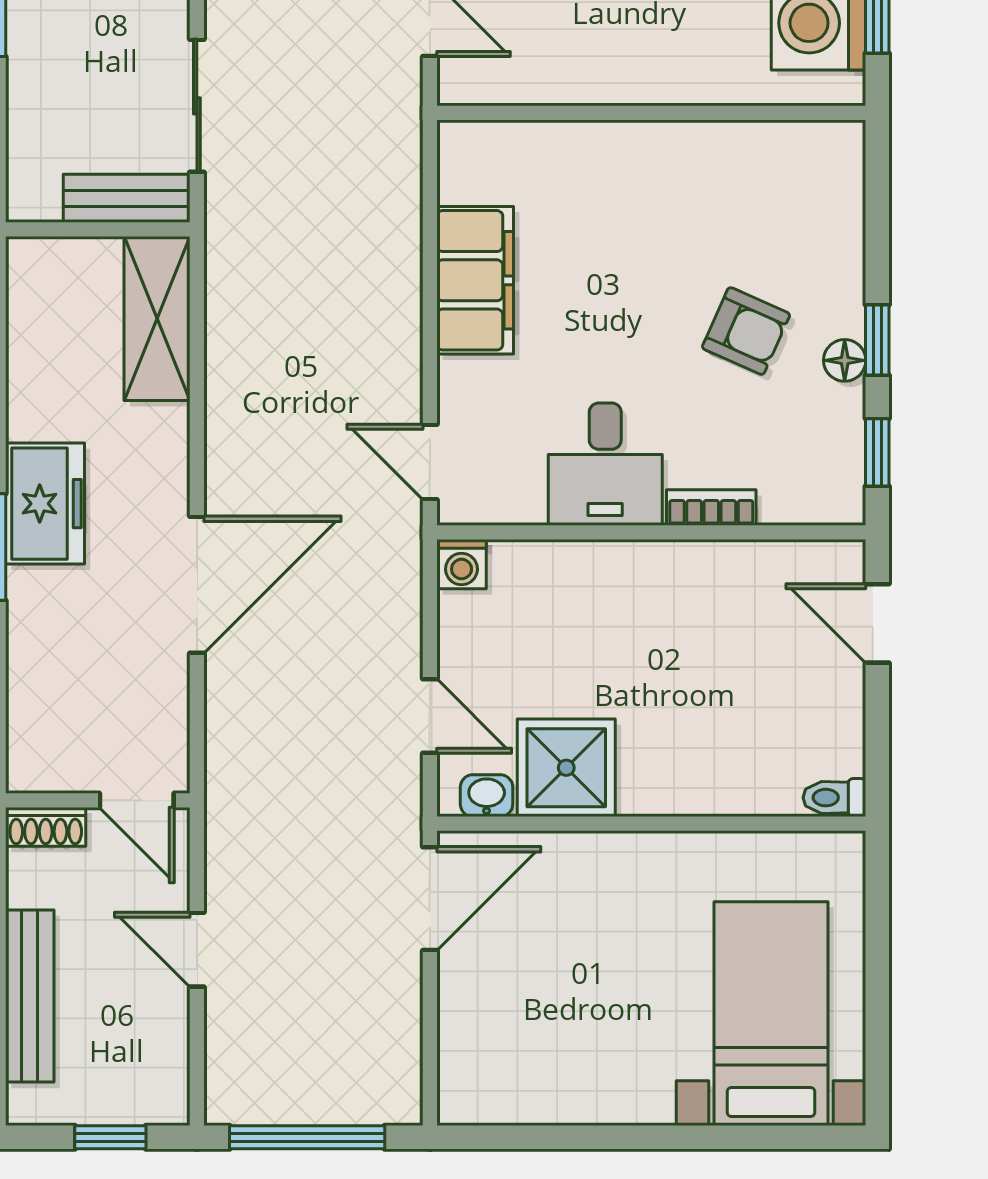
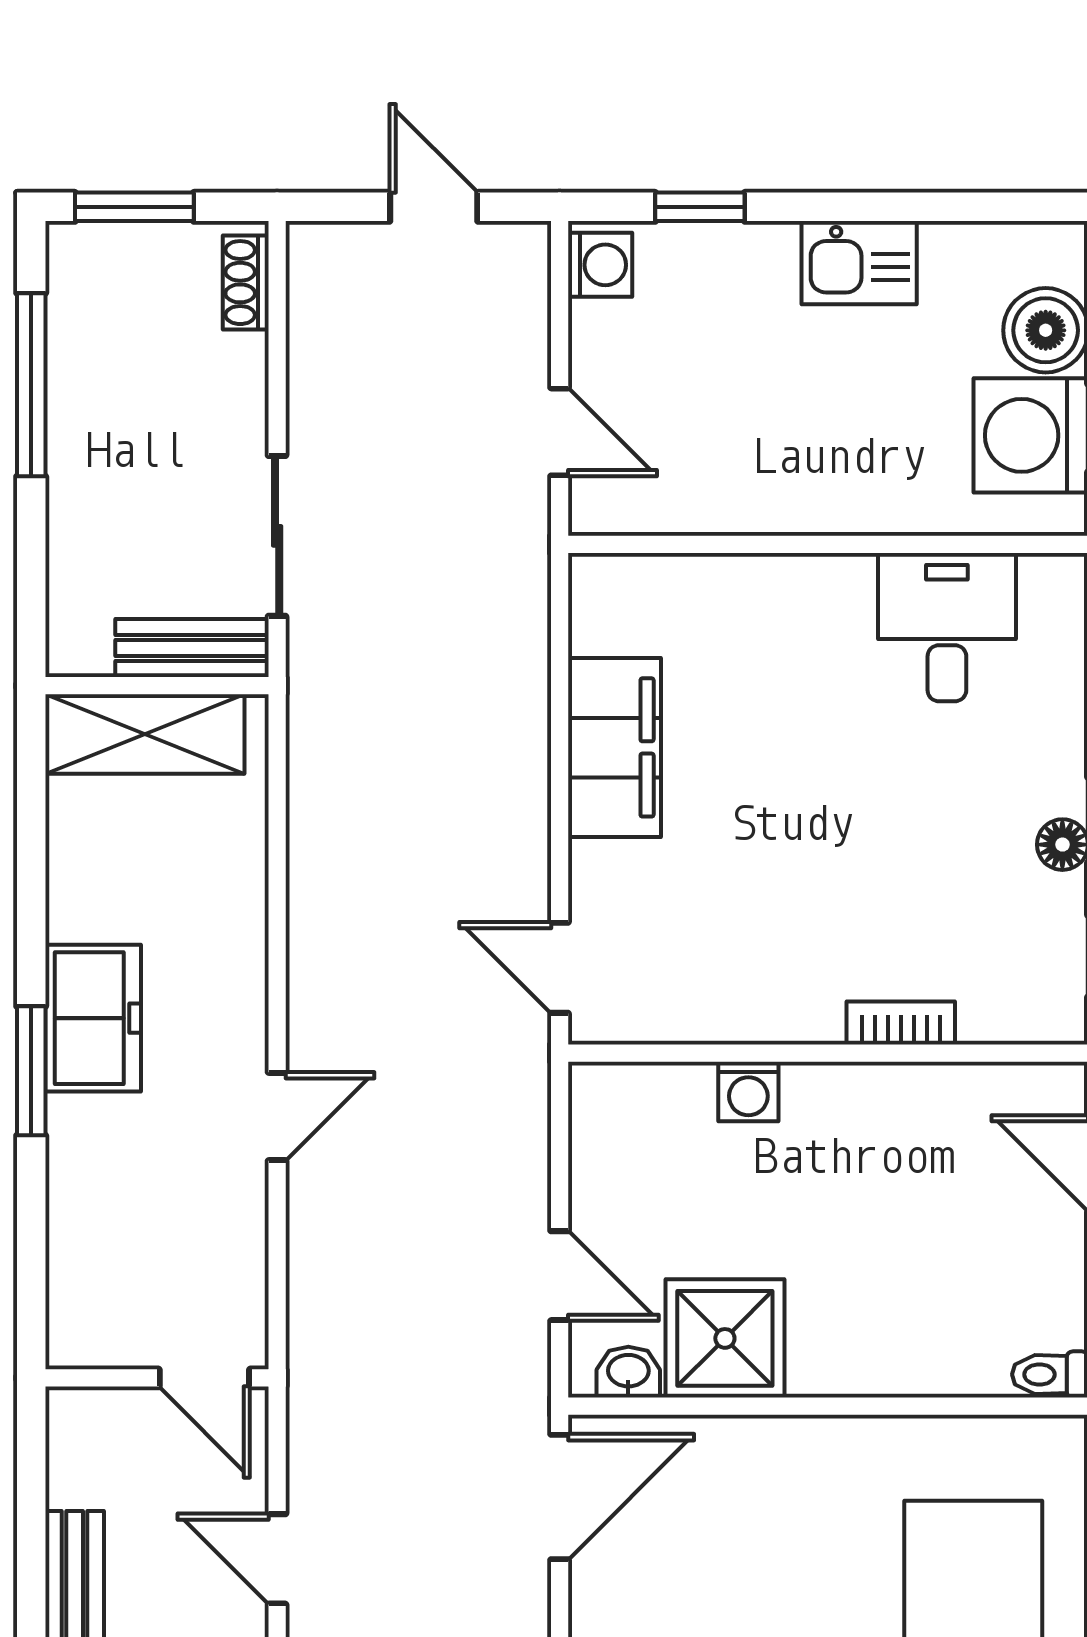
shelving: (157, 319) -> (145, 734), moved, turned 90
armchair: (746, 331) -> (943, 809), removed
desk: (605, 464) -> (947, 627), moved, turned 180
washing machine: (462, 564) -> (748, 1091), moved
door: (197, 585) -> (277, 1116), width x0.53
shoe rack: (46, 827) -> (94, 1410), removed

